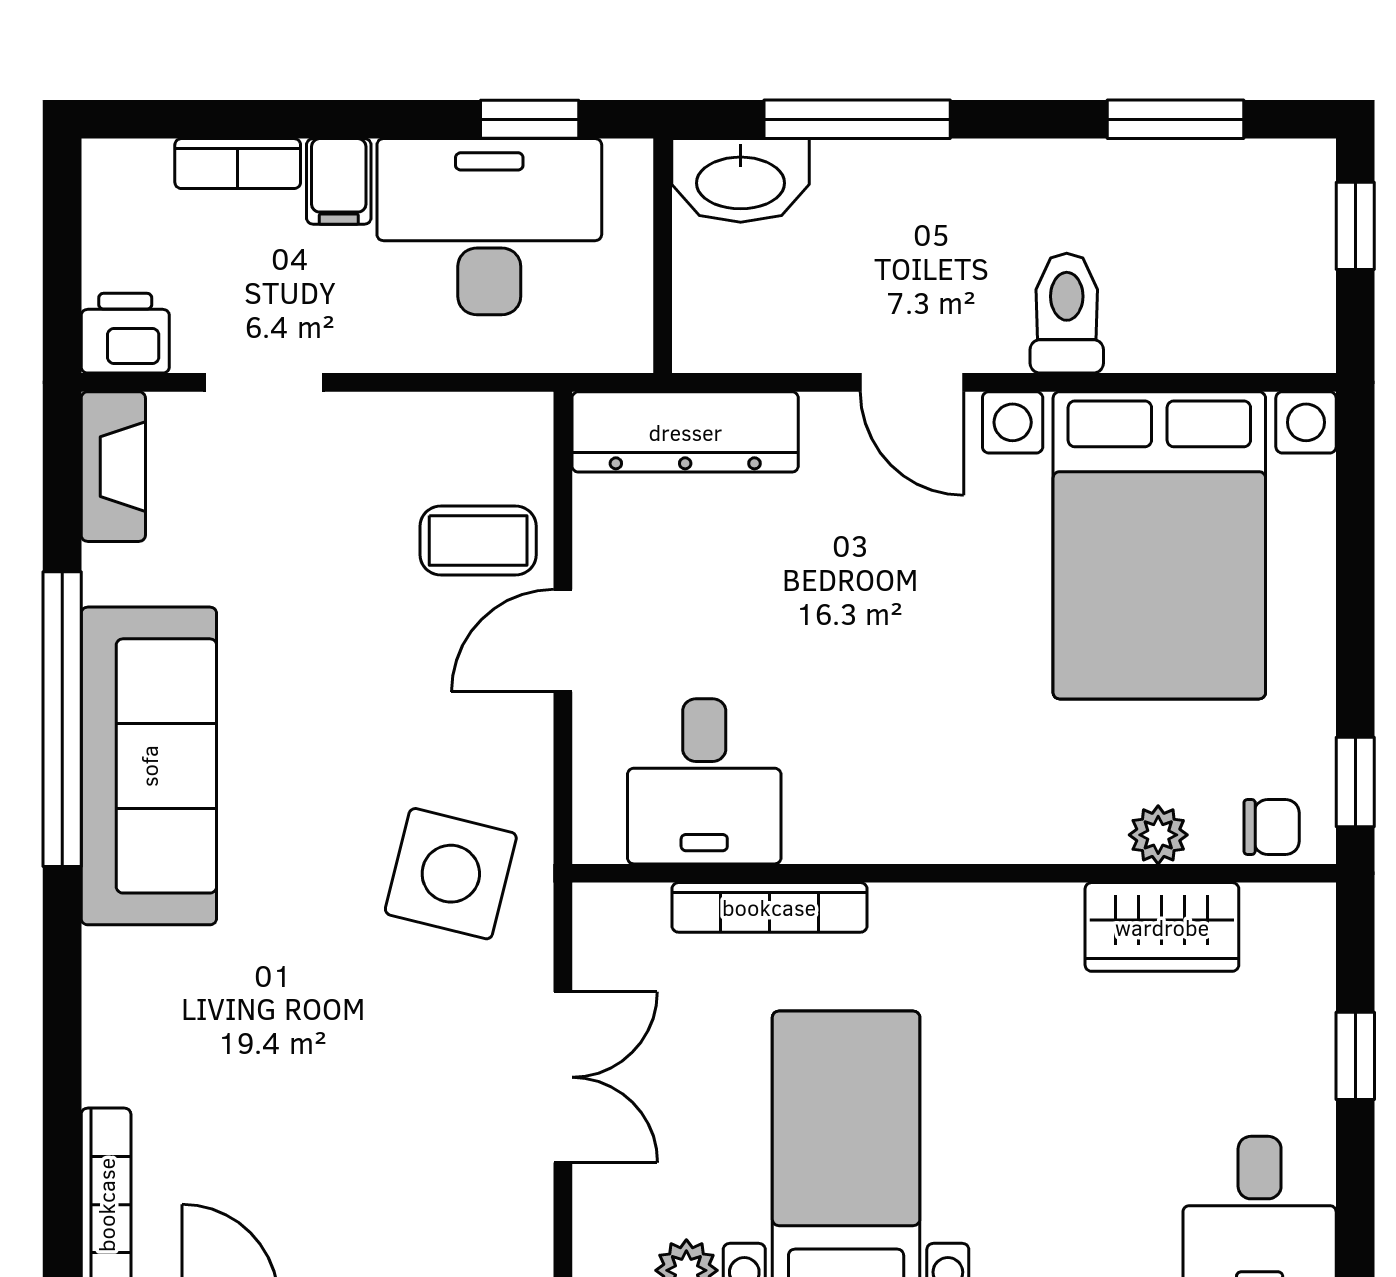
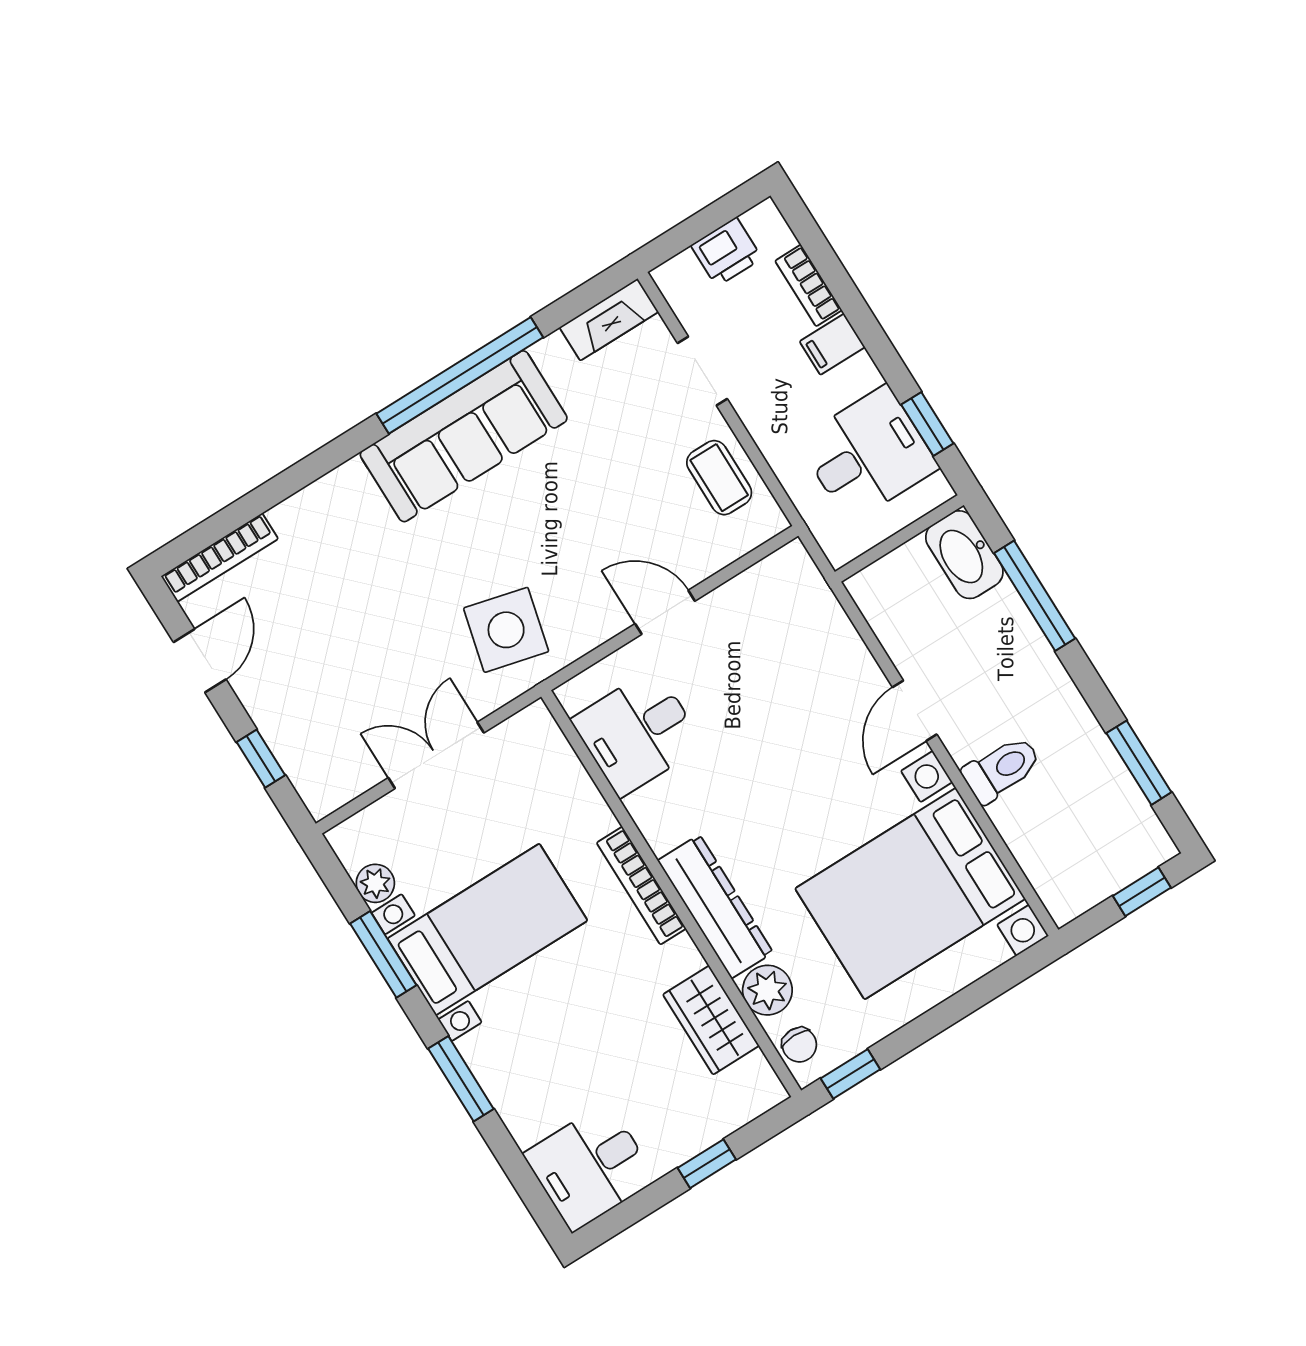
desk: (489, 227) -> (868, 454), width x0.73
printer: (125, 333) -> (726, 252), moved, turned 90
dresser: (685, 432) -> (715, 907), moved, turned 180
coffee table: (478, 541) -> (719, 478), moved
plant: (1158, 835) -> (767, 990), width x1.38, depth x1.38
bookcase: (769, 907) -> (641, 886), moved
double door: (563, 1077) -> (436, 755), swing flipped

